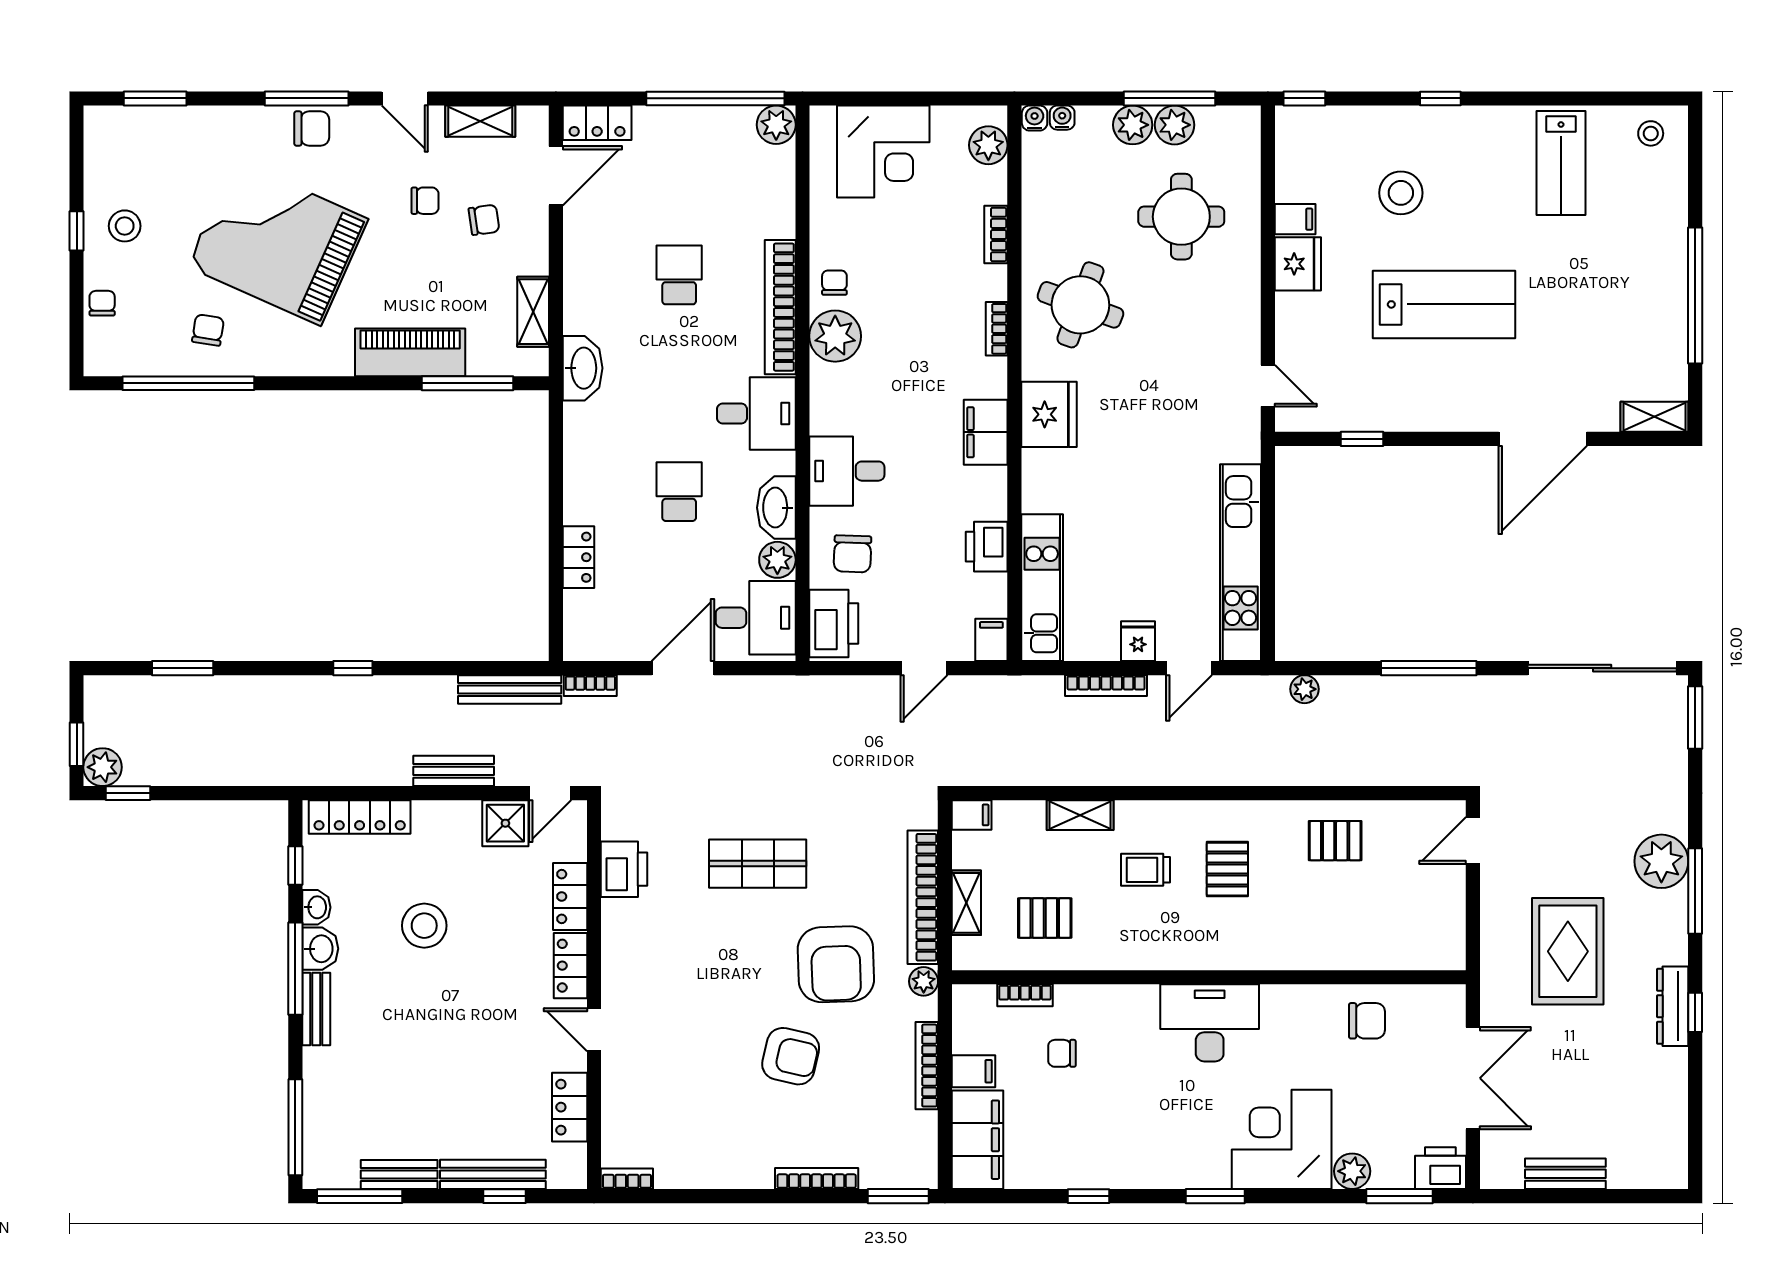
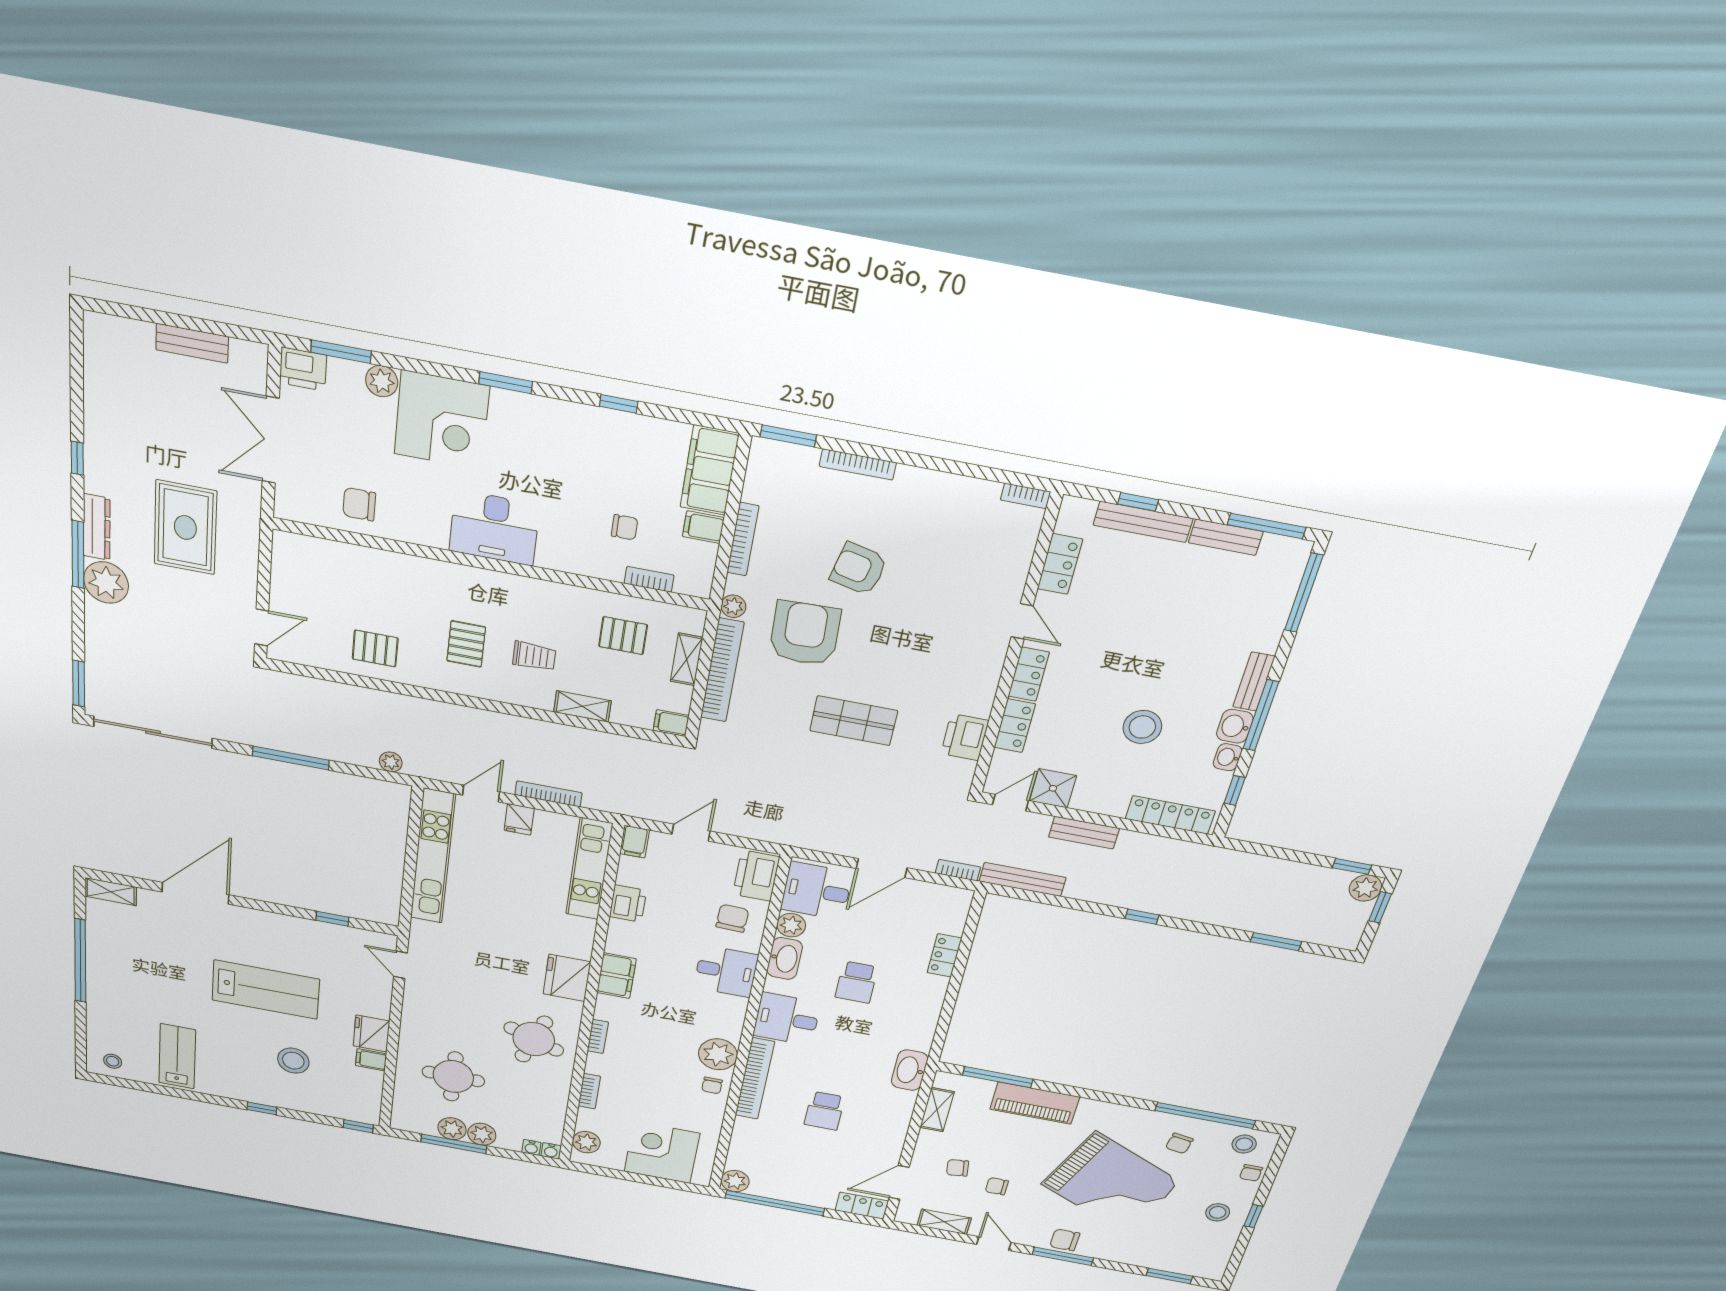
lab bench: (1444, 304) -> (266, 990), turned 180
stool: (125, 349) -> (1244, 1144), added
dresser: (1673, 1006) -> (97, 527), moved

